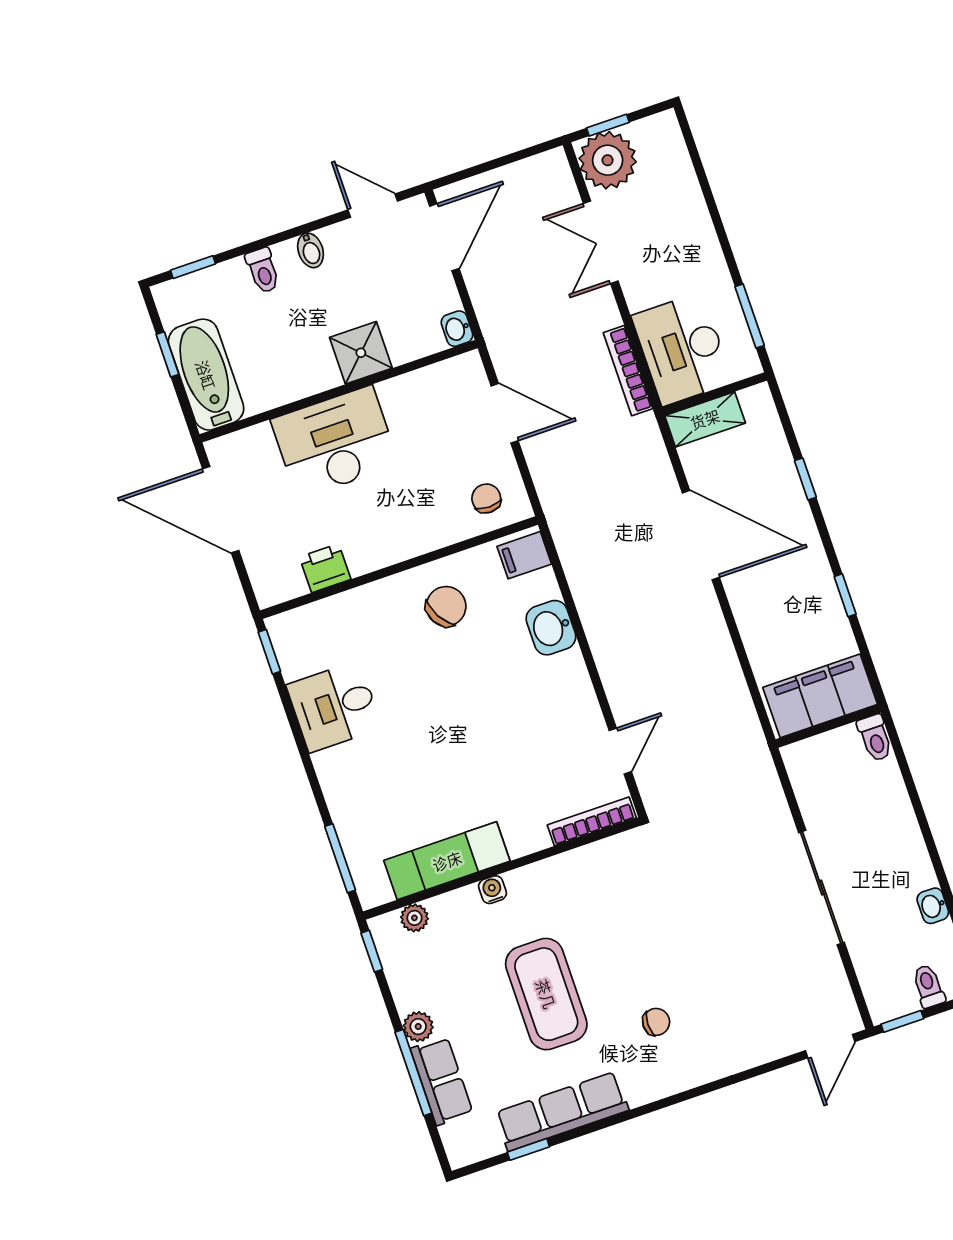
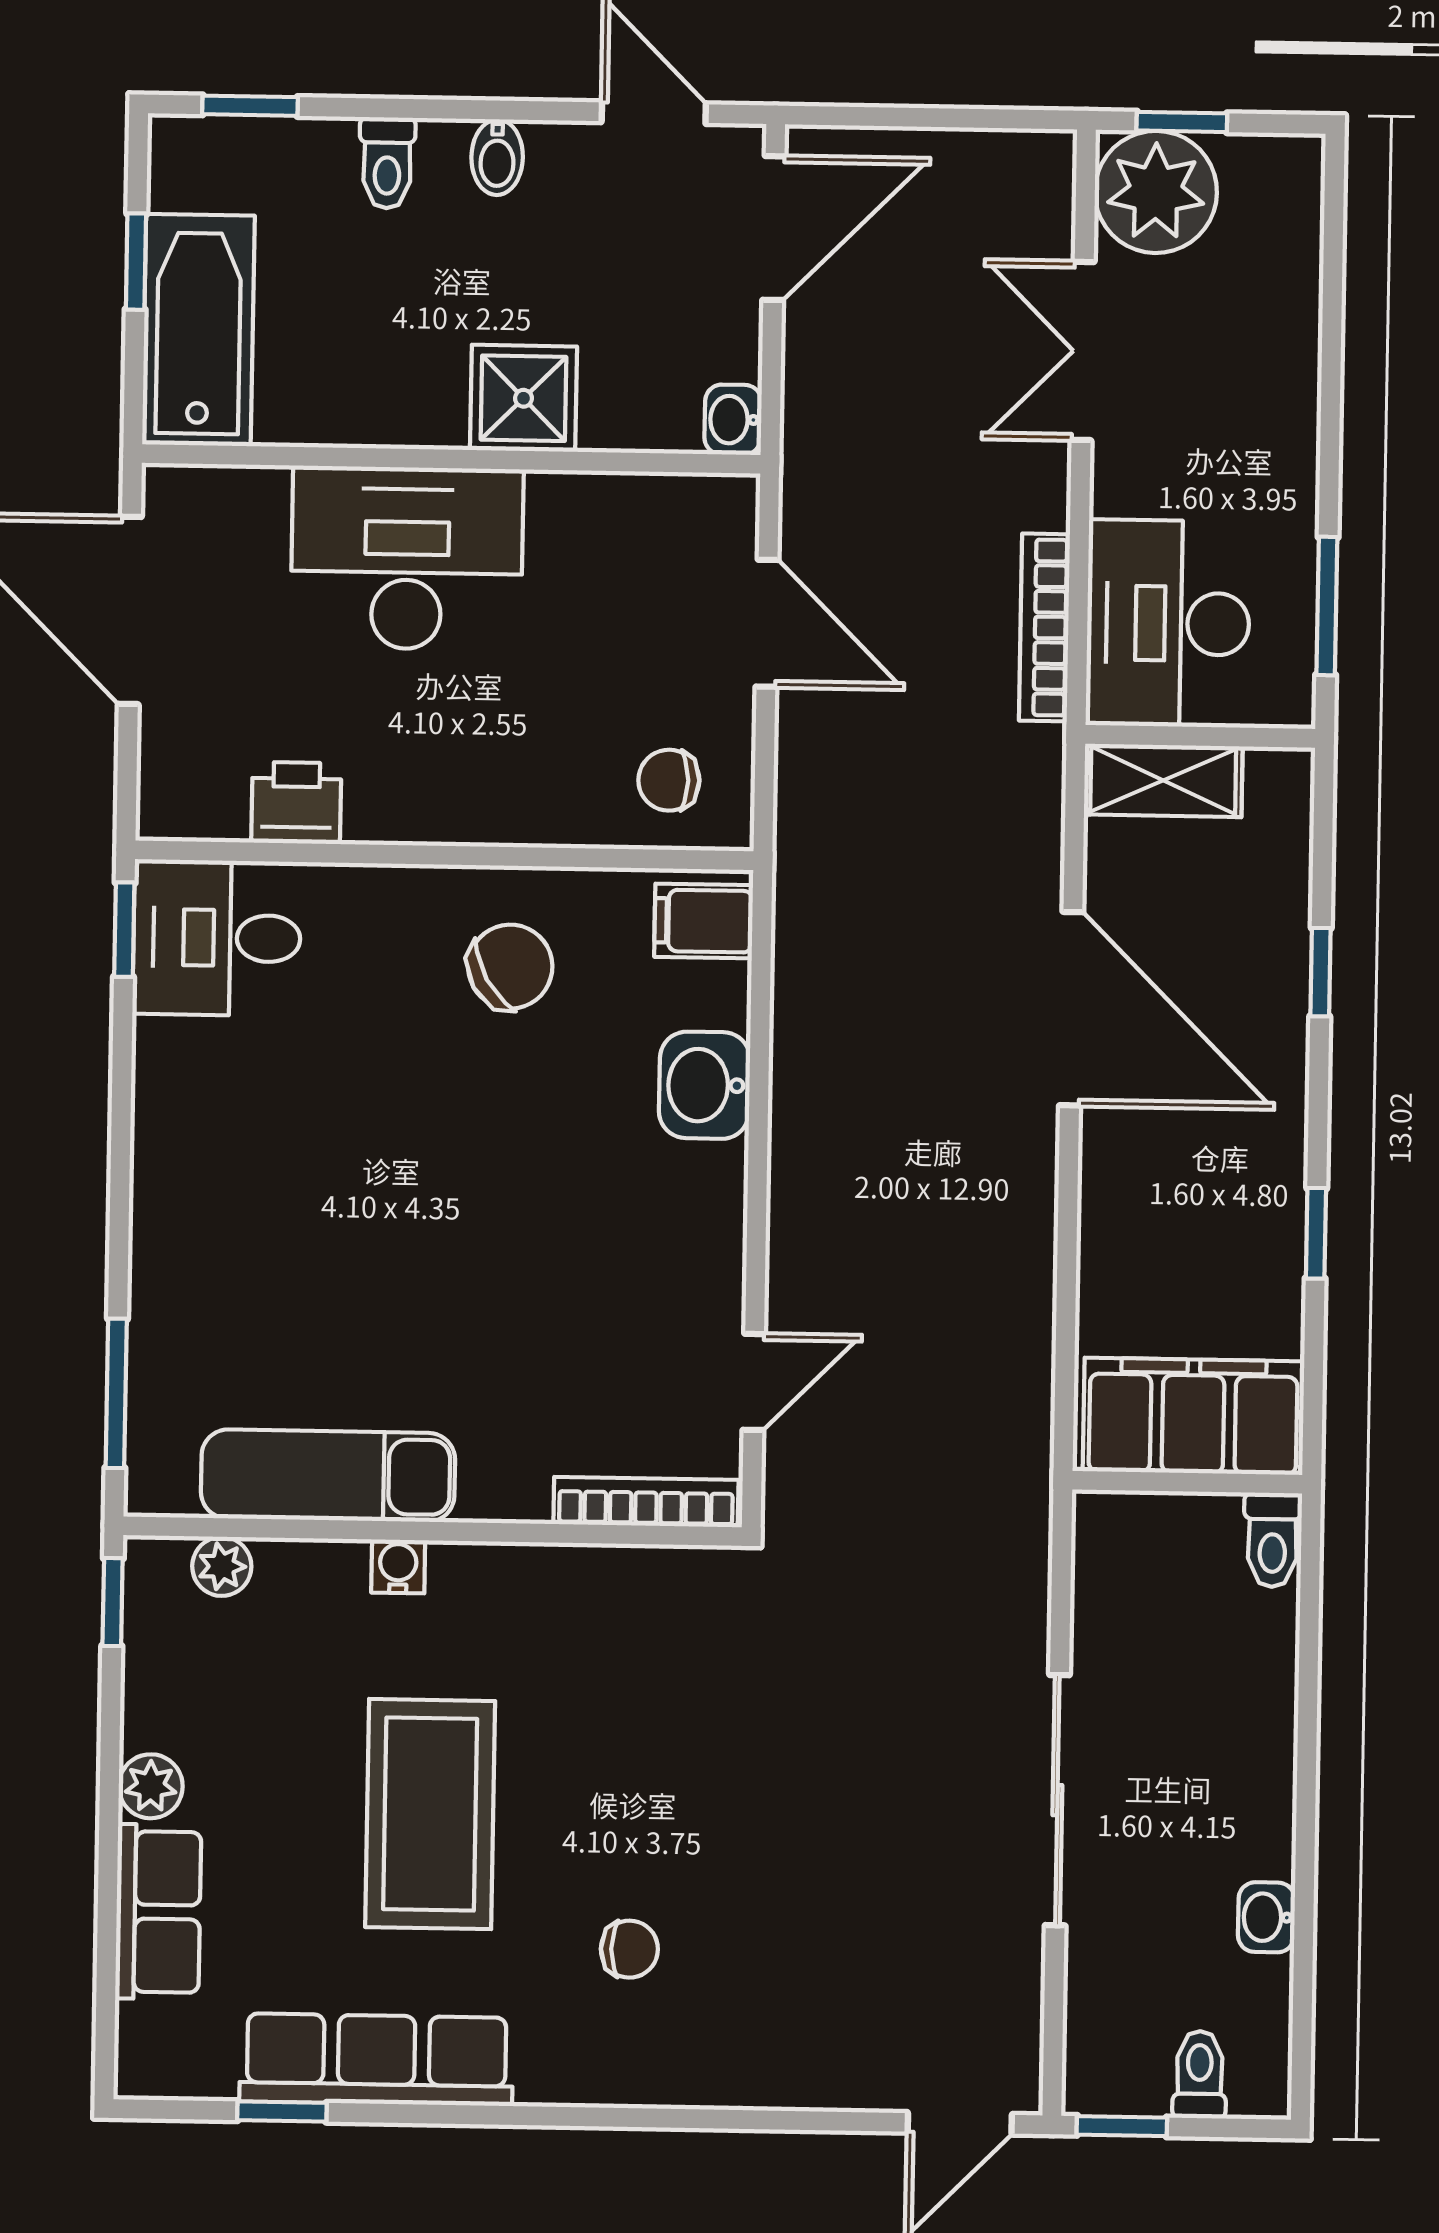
chair: (486, 498) -> (669, 780), turned -90
desk: (334, 707) -> (217, 938), moved
window: (413, 1073) -> (108, 1875), removed

